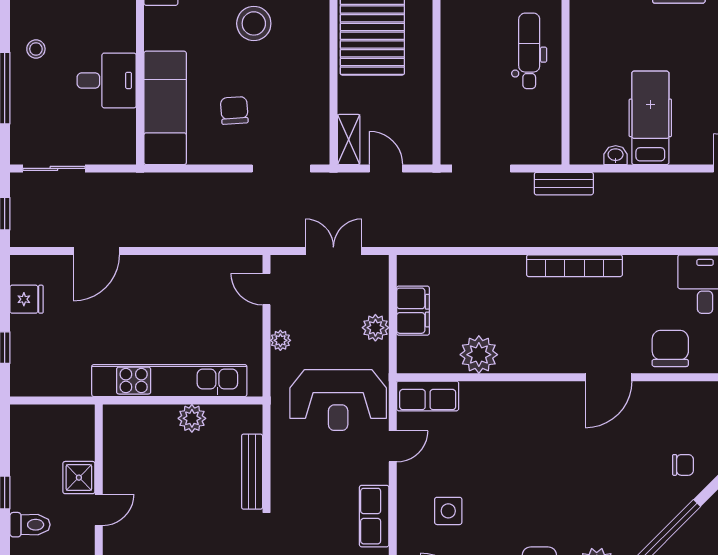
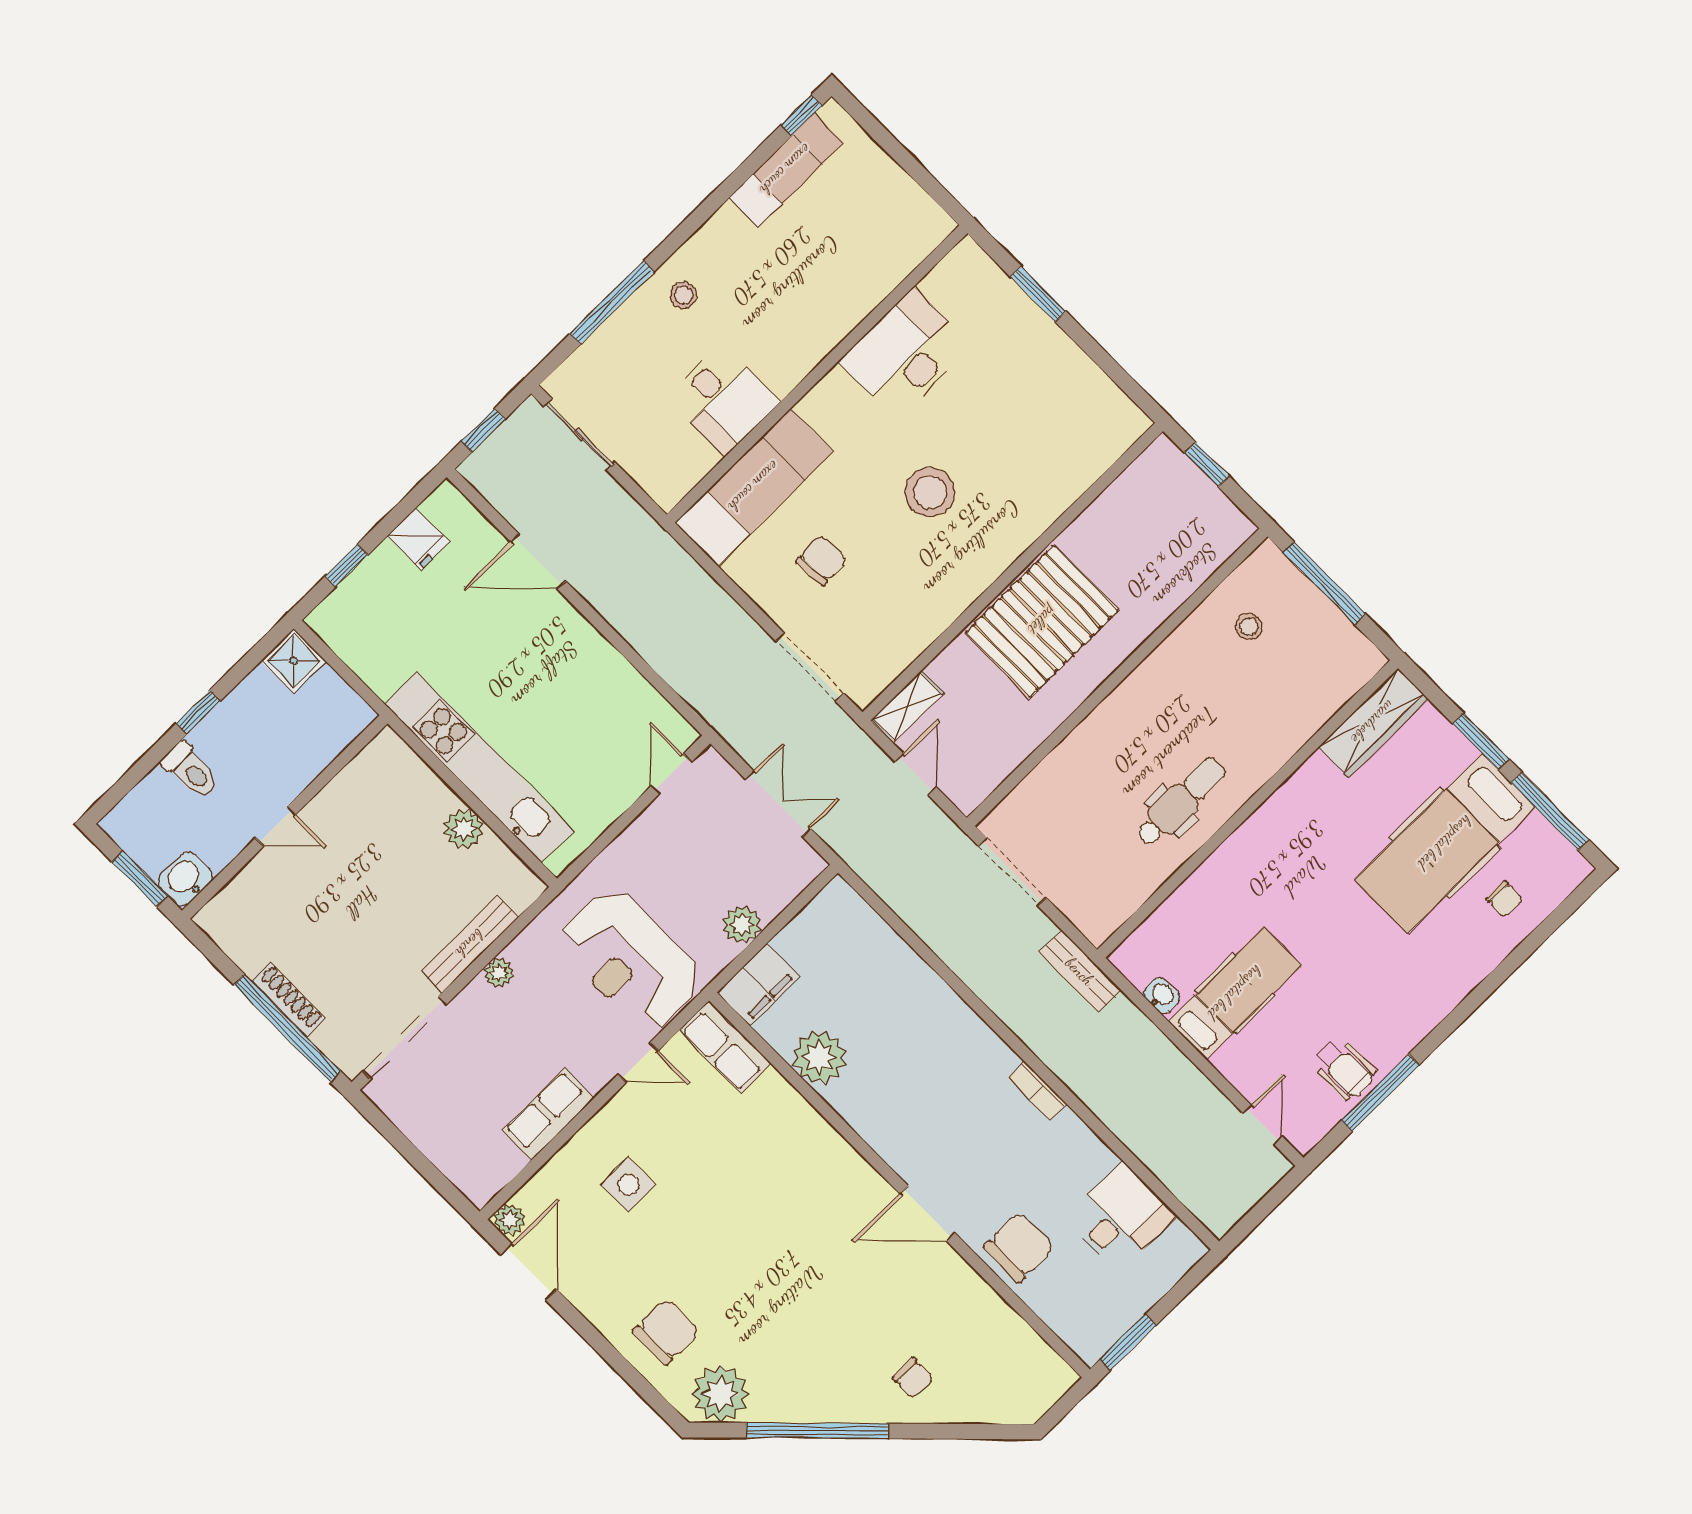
bookcase: (574, 266) -> (1037, 1091), width x0.43, depth x0.76
filing cabinet: (413, 311) -> (759, 984), moved
plant: (280, 340) -> (499, 973), moved
shower: (79, 478) -> (293, 661), moved

